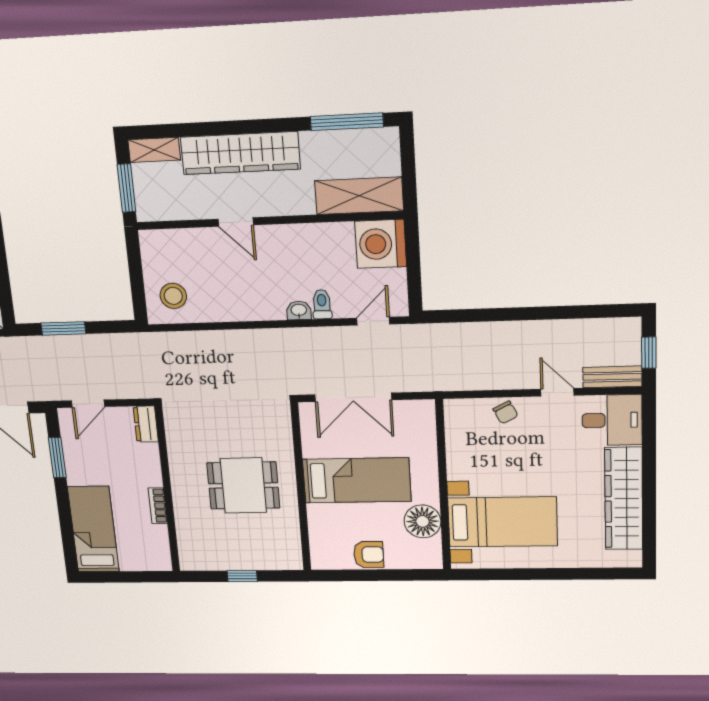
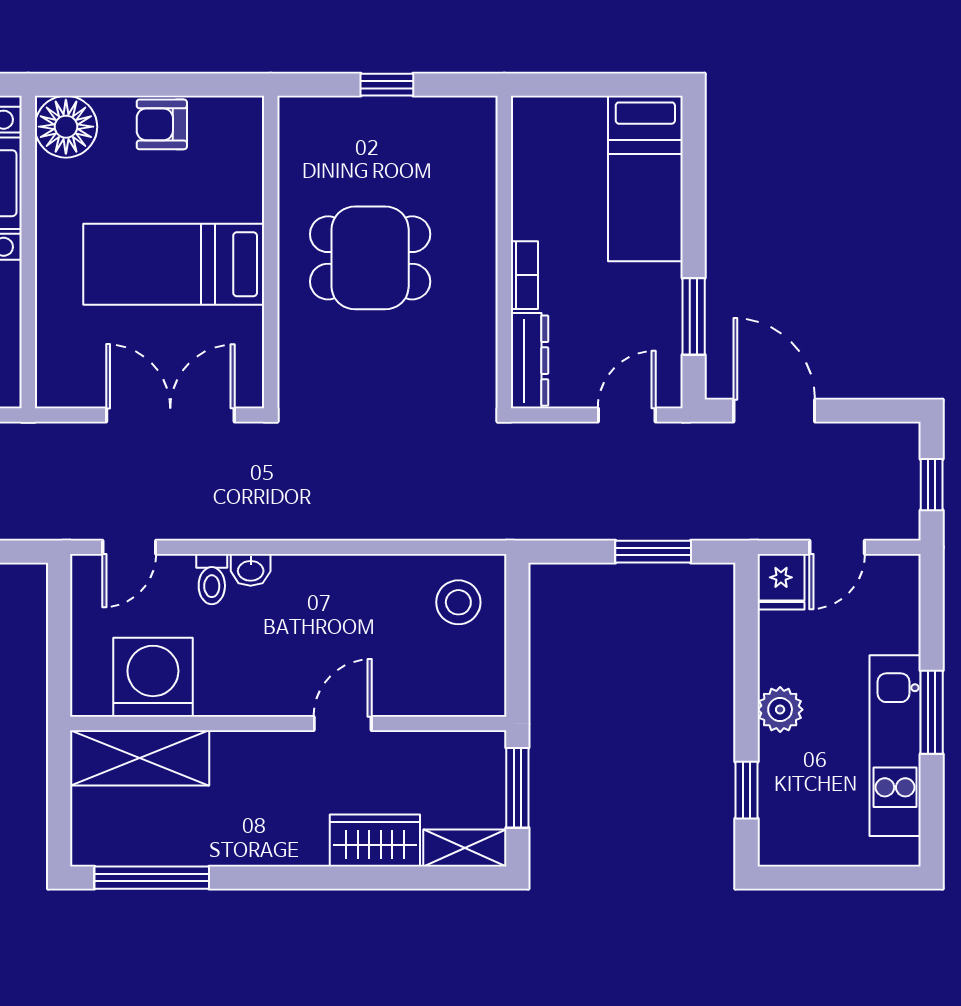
wardrobe: (240, 153) -> (375, 841), width x0.48, depth x0.85
door: (236, 222) -> (343, 724), hinge flipped
washing machine: (381, 244) -> (153, 677), moved, turned -90
dresser: (146, 424) -> (530, 361), width x1.44
bookcase: (158, 506) -> (524, 275), moved
floor lamp: (423, 521) -> (66, 127), moved

